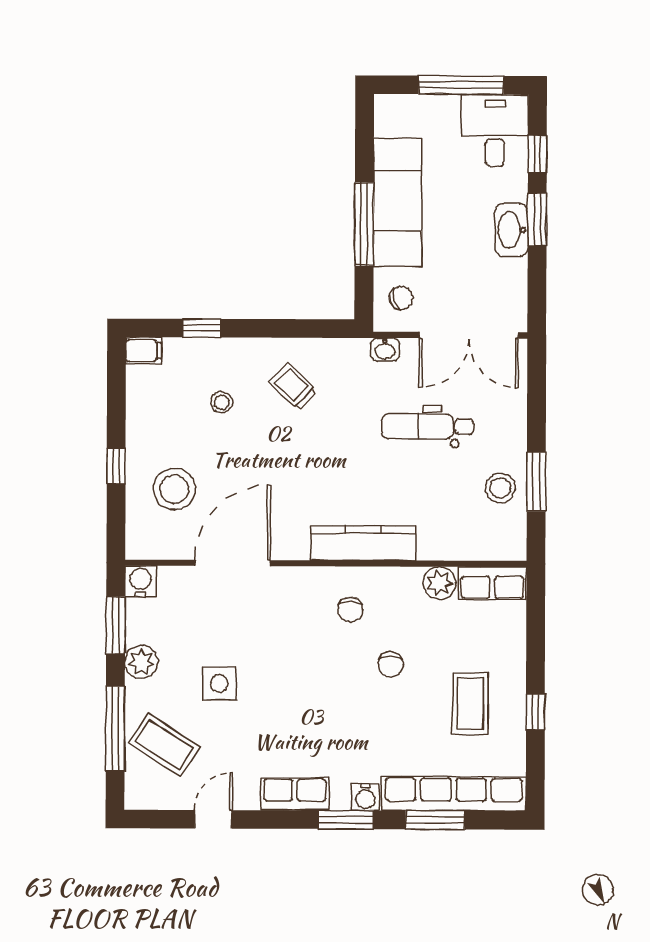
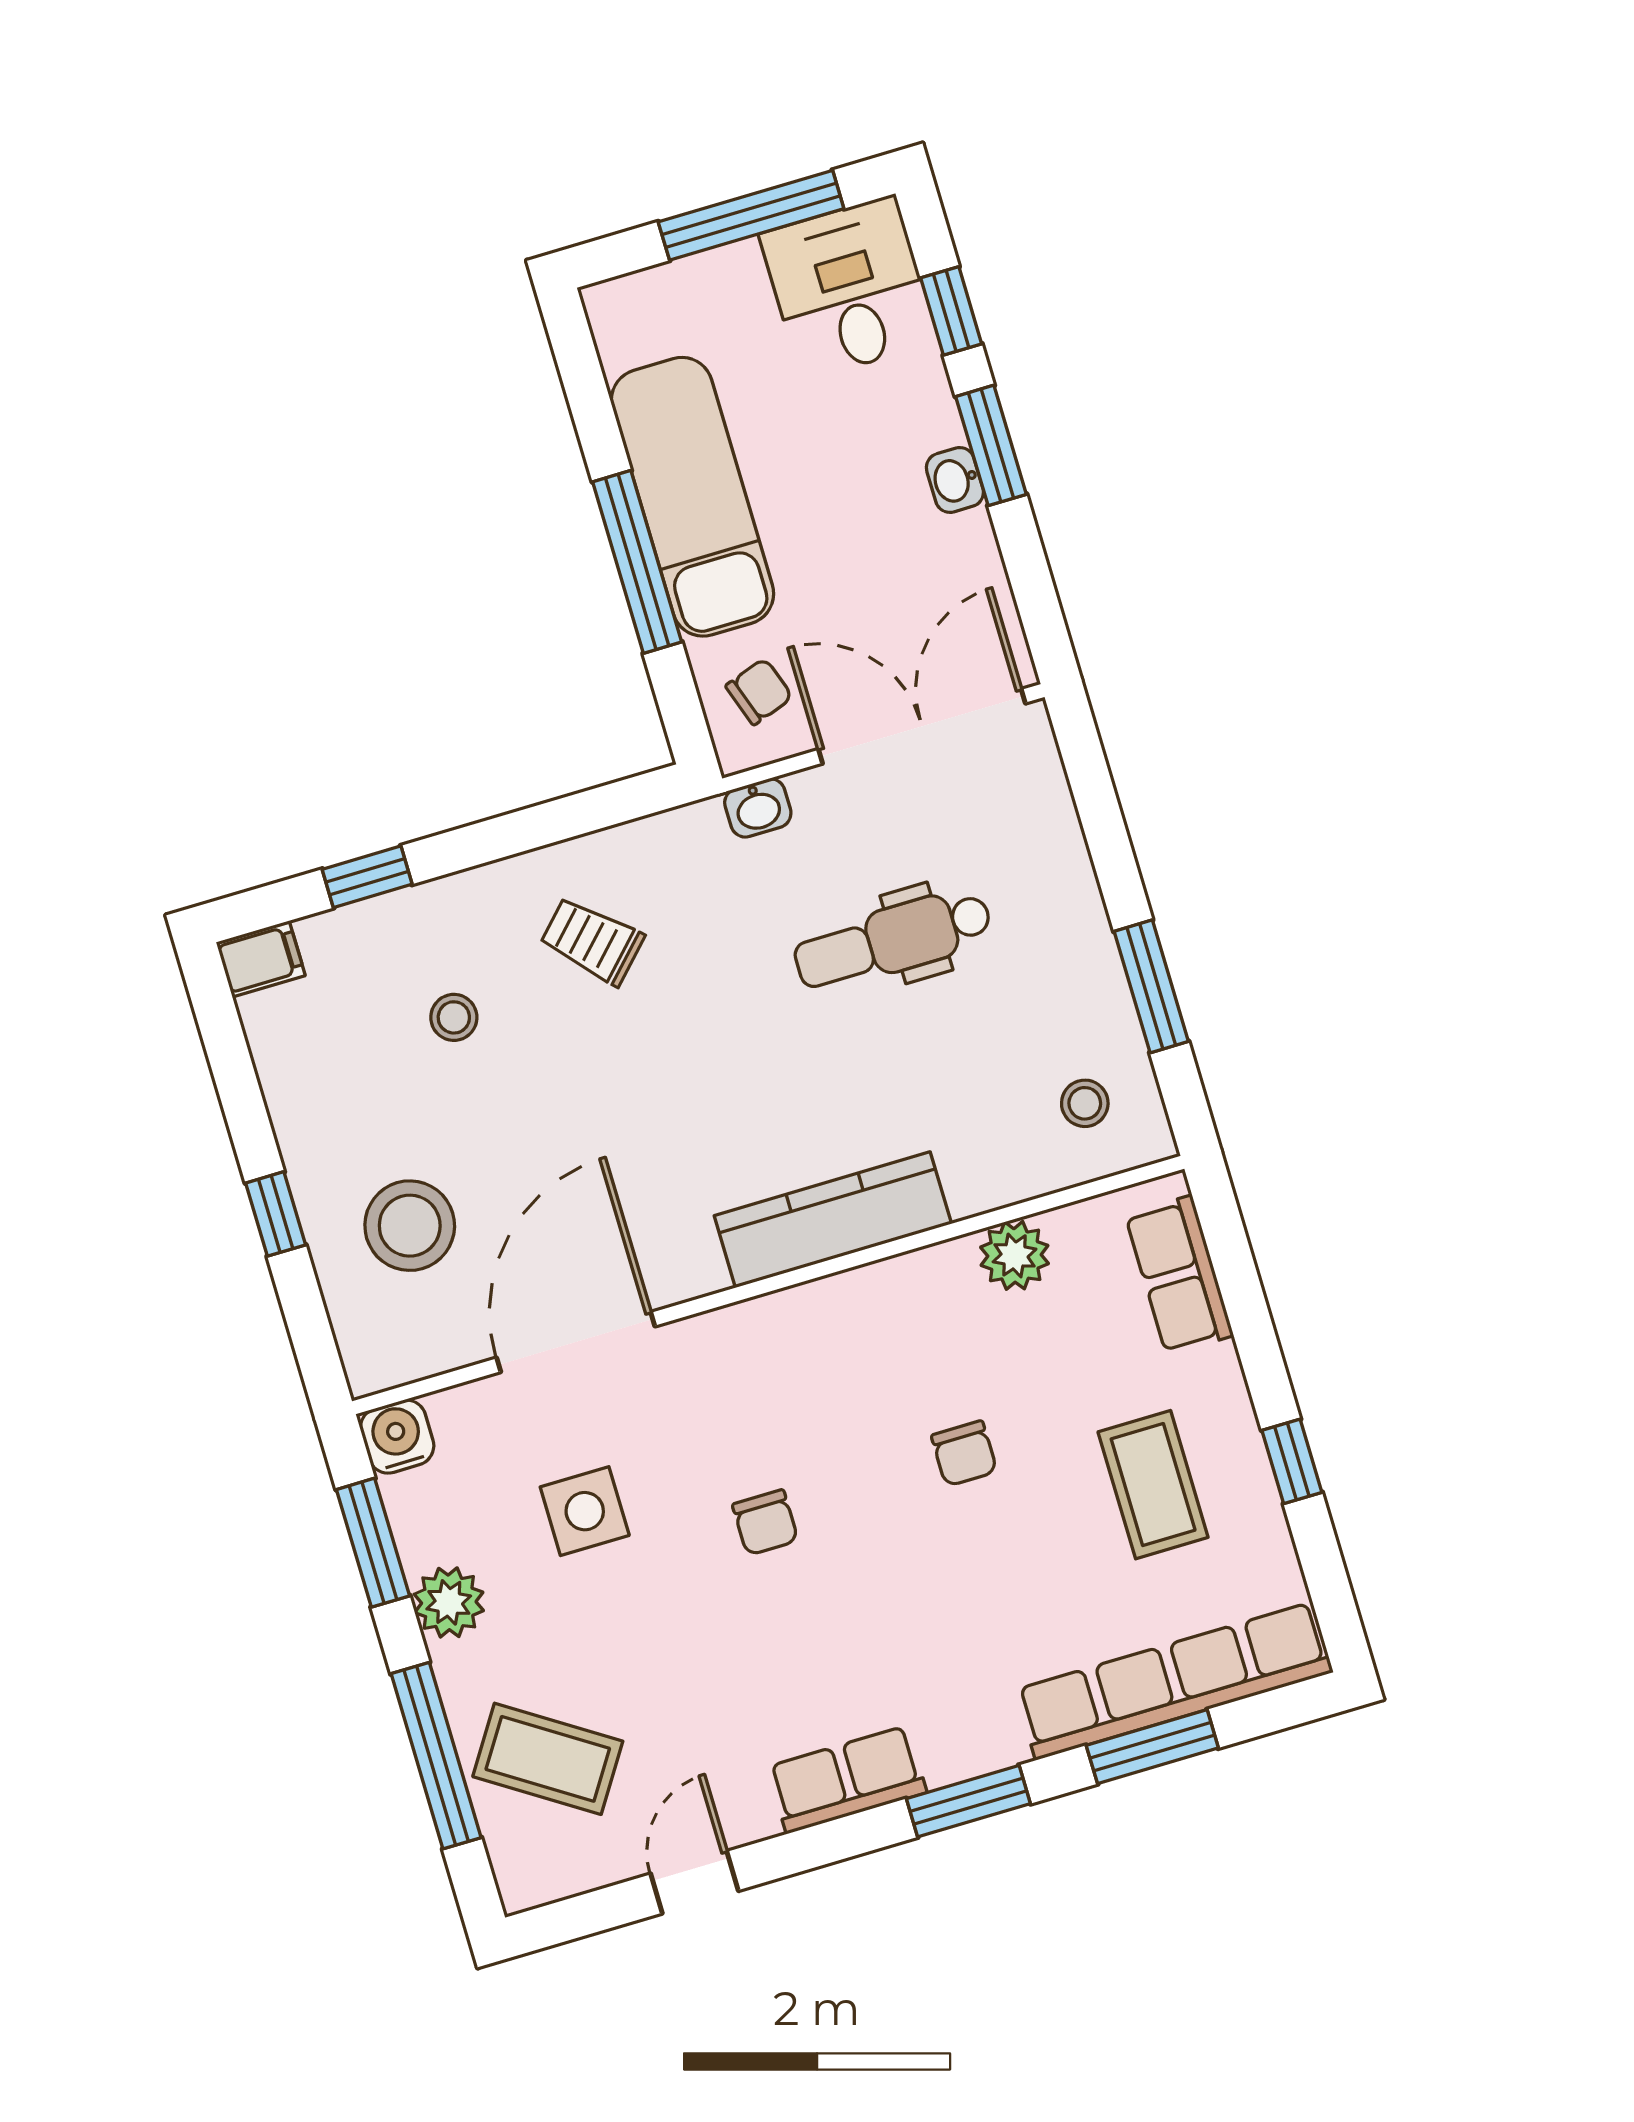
washbasin: (511, 230) -> (955, 480), width x0.52, depth x0.69
double door: (469, 335) -> (922, 726), swing flipped
stool: (500, 488) -> (1085, 1103), moved, width x0.73, depth x0.73
row of seats: (492, 583) -> (1179, 1275), moved, turned 90
chair: (350, 609) -> (765, 1522), moved
side table: (219, 683) -> (585, 1511), moved
water cooler: (365, 797) -> (994, 1742), removed

